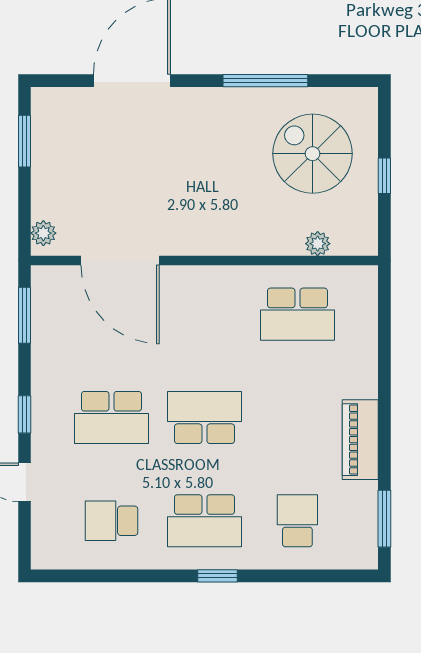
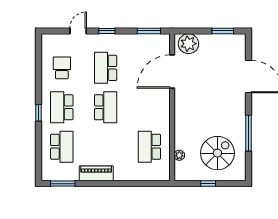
plant: (43, 233) -> (188, 44), width x1.87, depth x1.87
school desk: (297, 521) -> (62, 147), width x1.85

